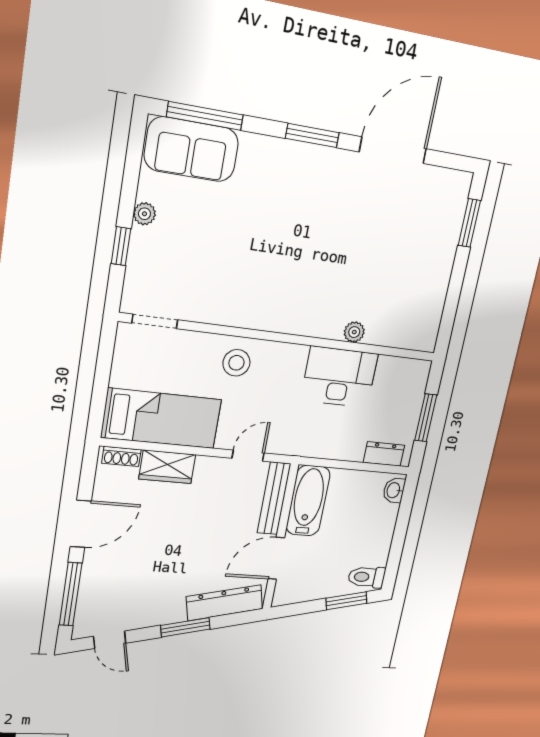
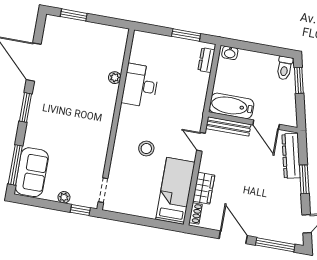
doorway: (155, 321) -> (103, 190), moved
plant: (354, 332) -> (115, 78), moved
wall: (282, 338) -> (116, 119), moved
desk: (339, 377) -> (140, 86), moved

